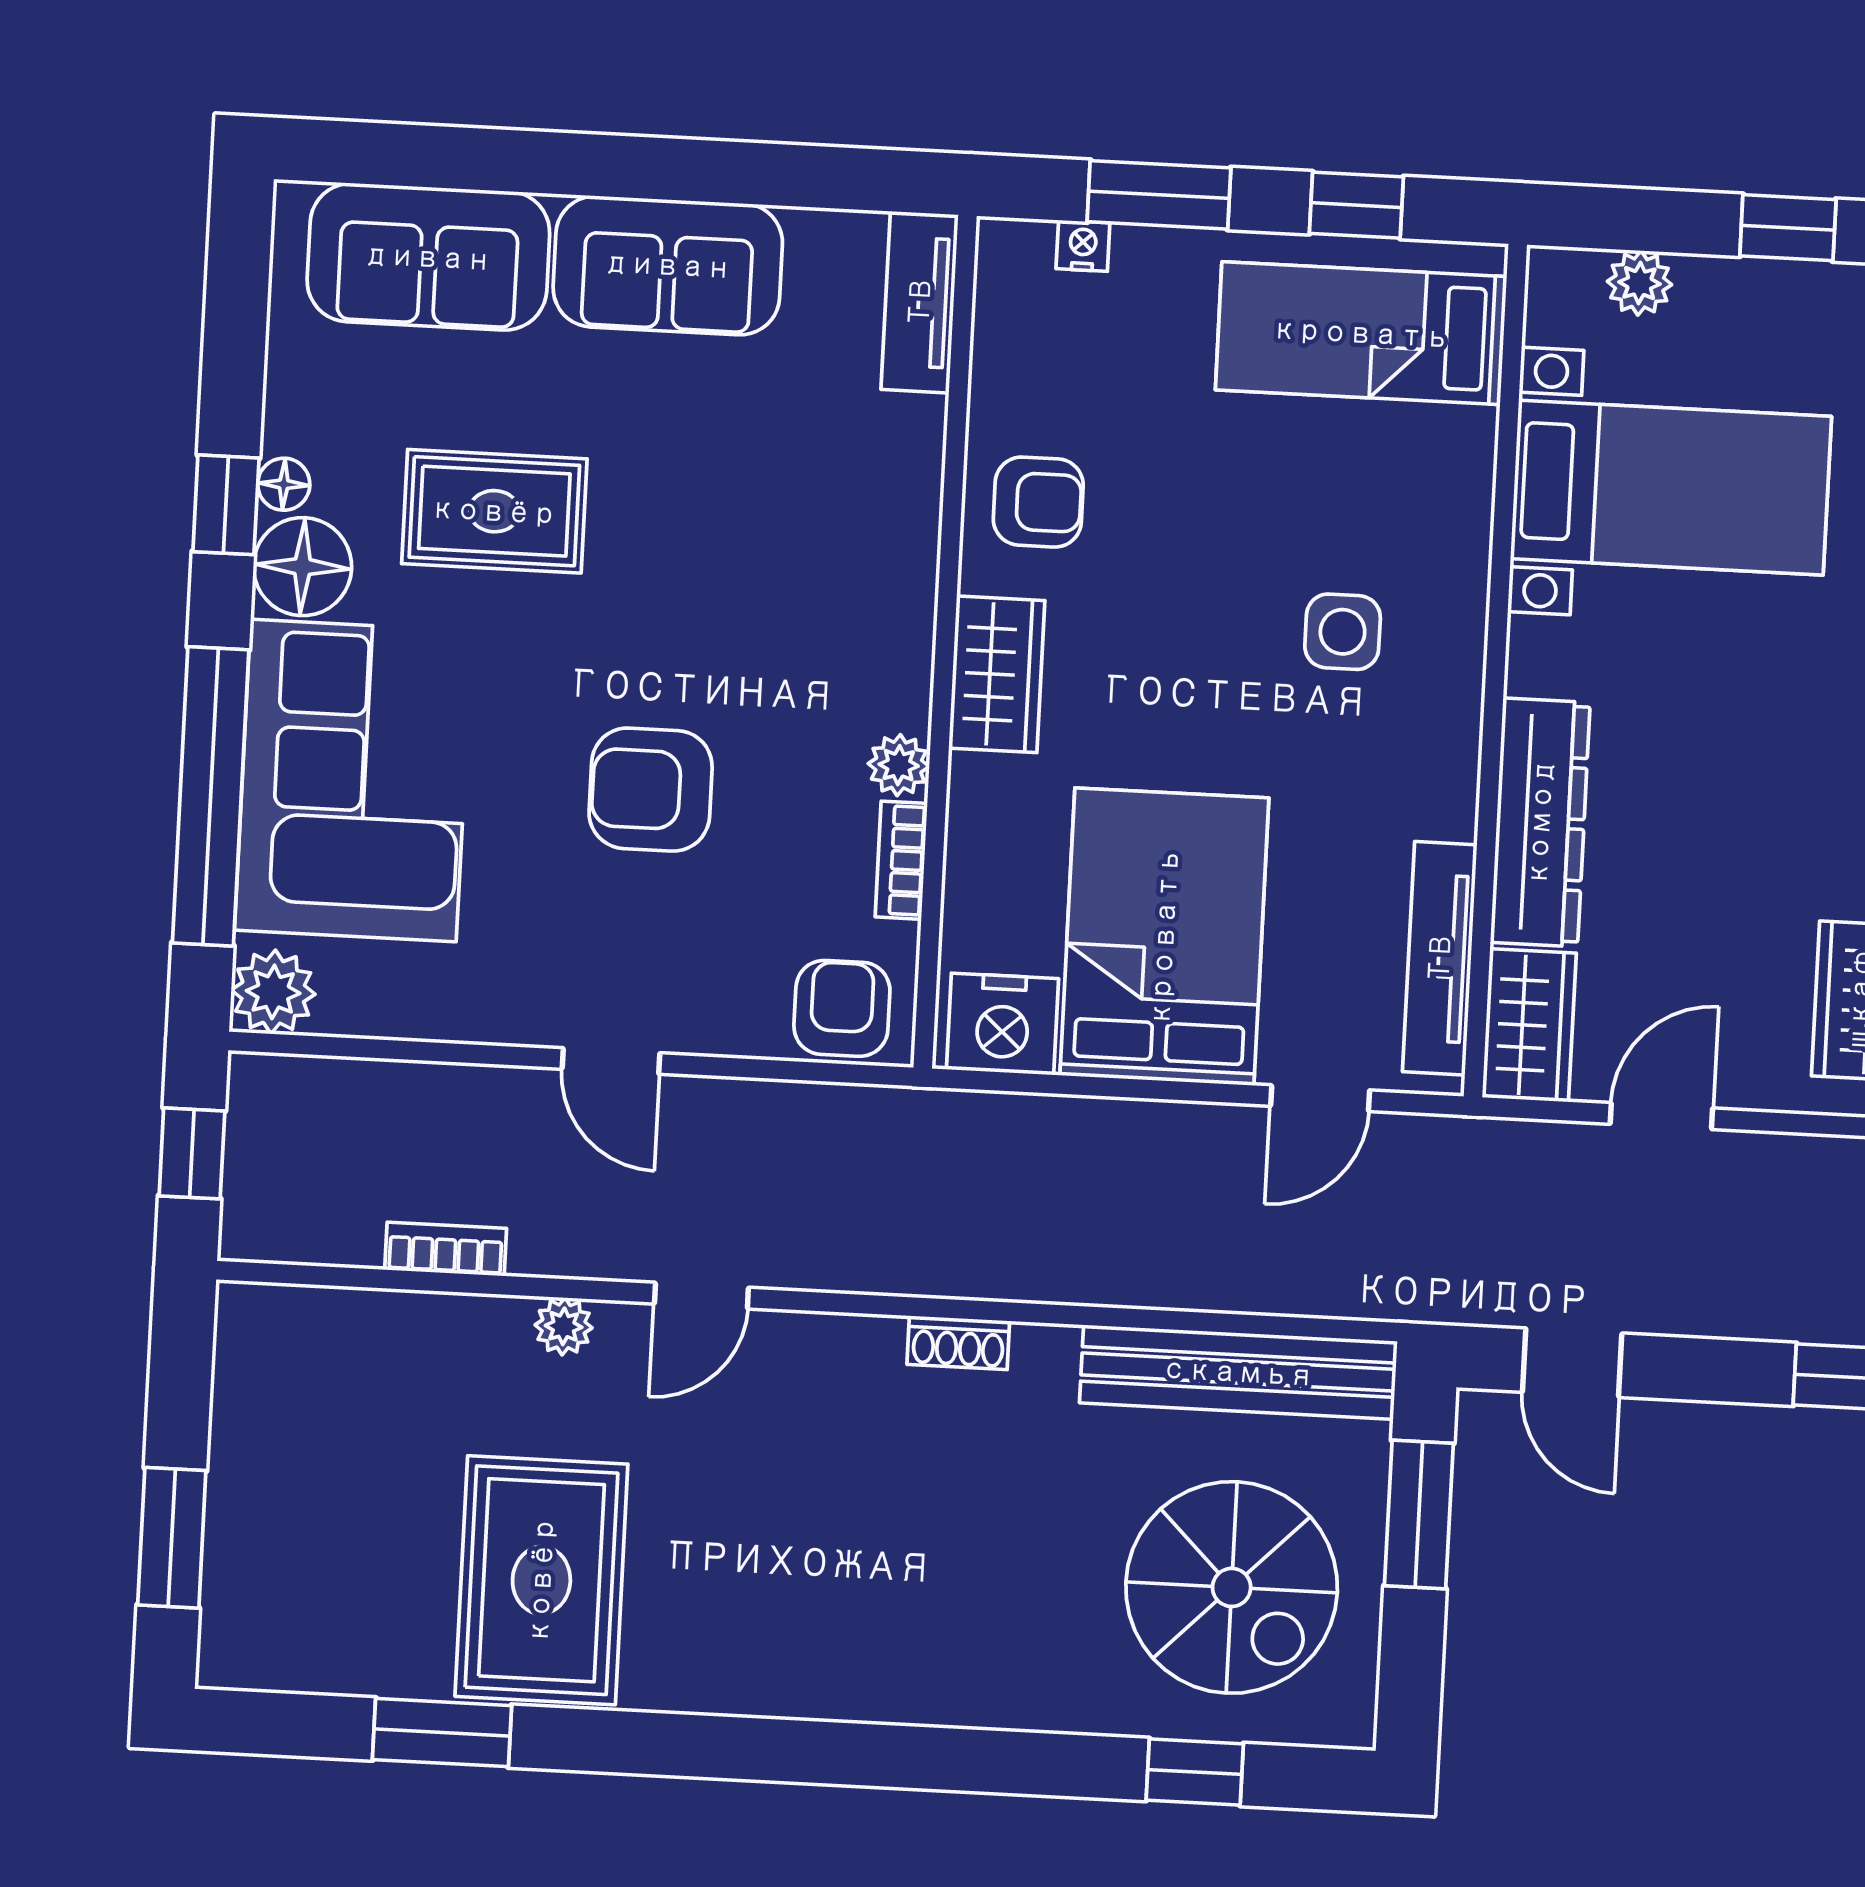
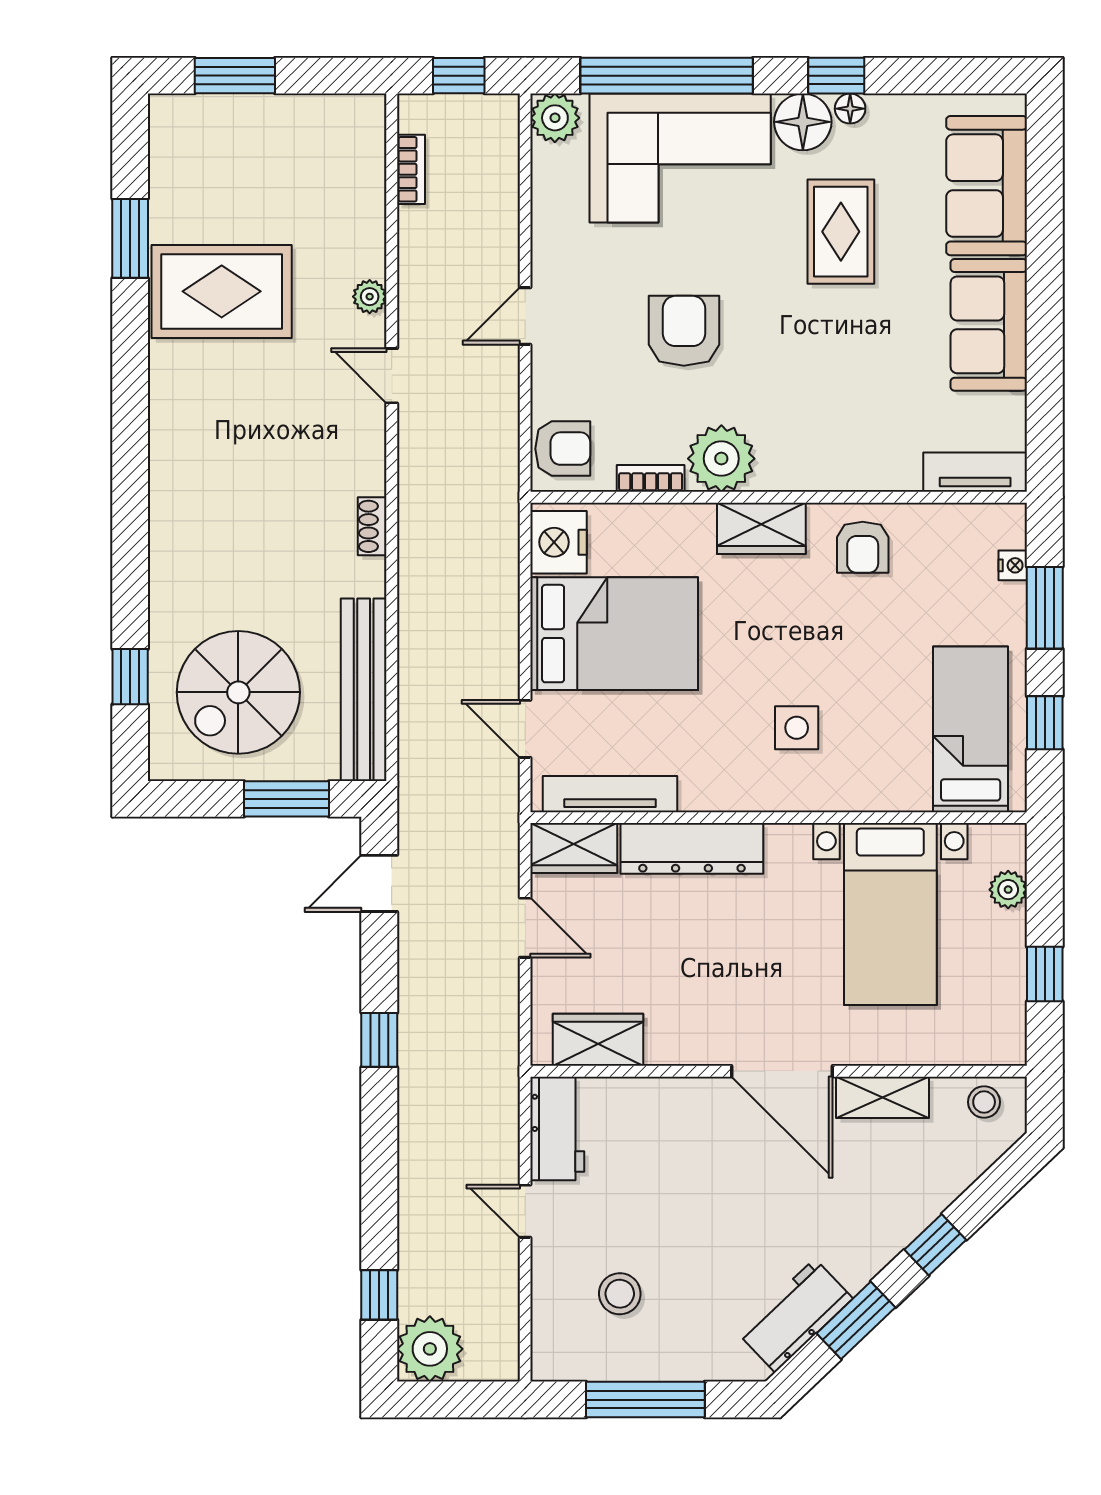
plant: (899, 765) -> (721, 459), width x1.87, depth x1.87
bookcase: (446, 1249) -> (411, 169), moved

